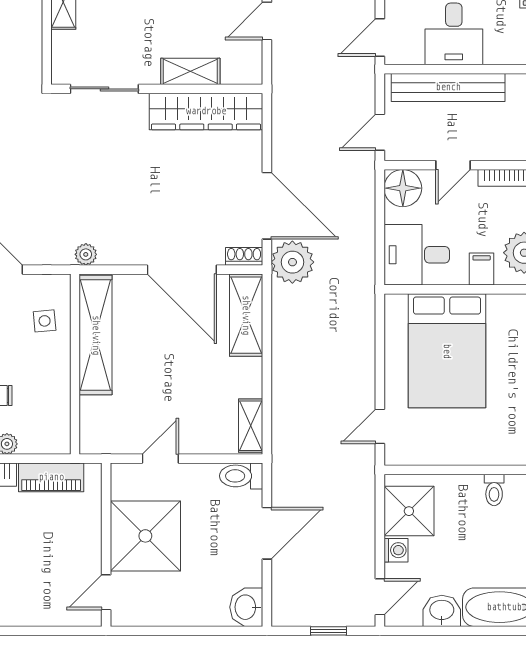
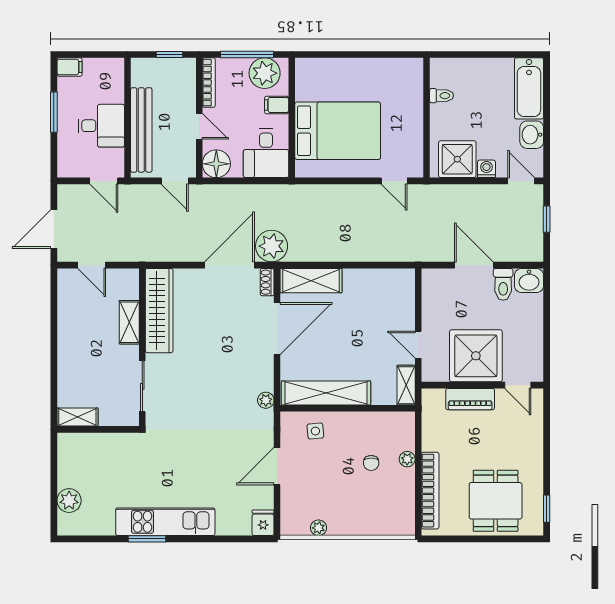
shelving: (251, 426) -> (406, 385), moved, turned 90
toilet: (241, 476) -> (503, 284), moved
piano: (51, 477) -> (470, 399), moved, turned 90

